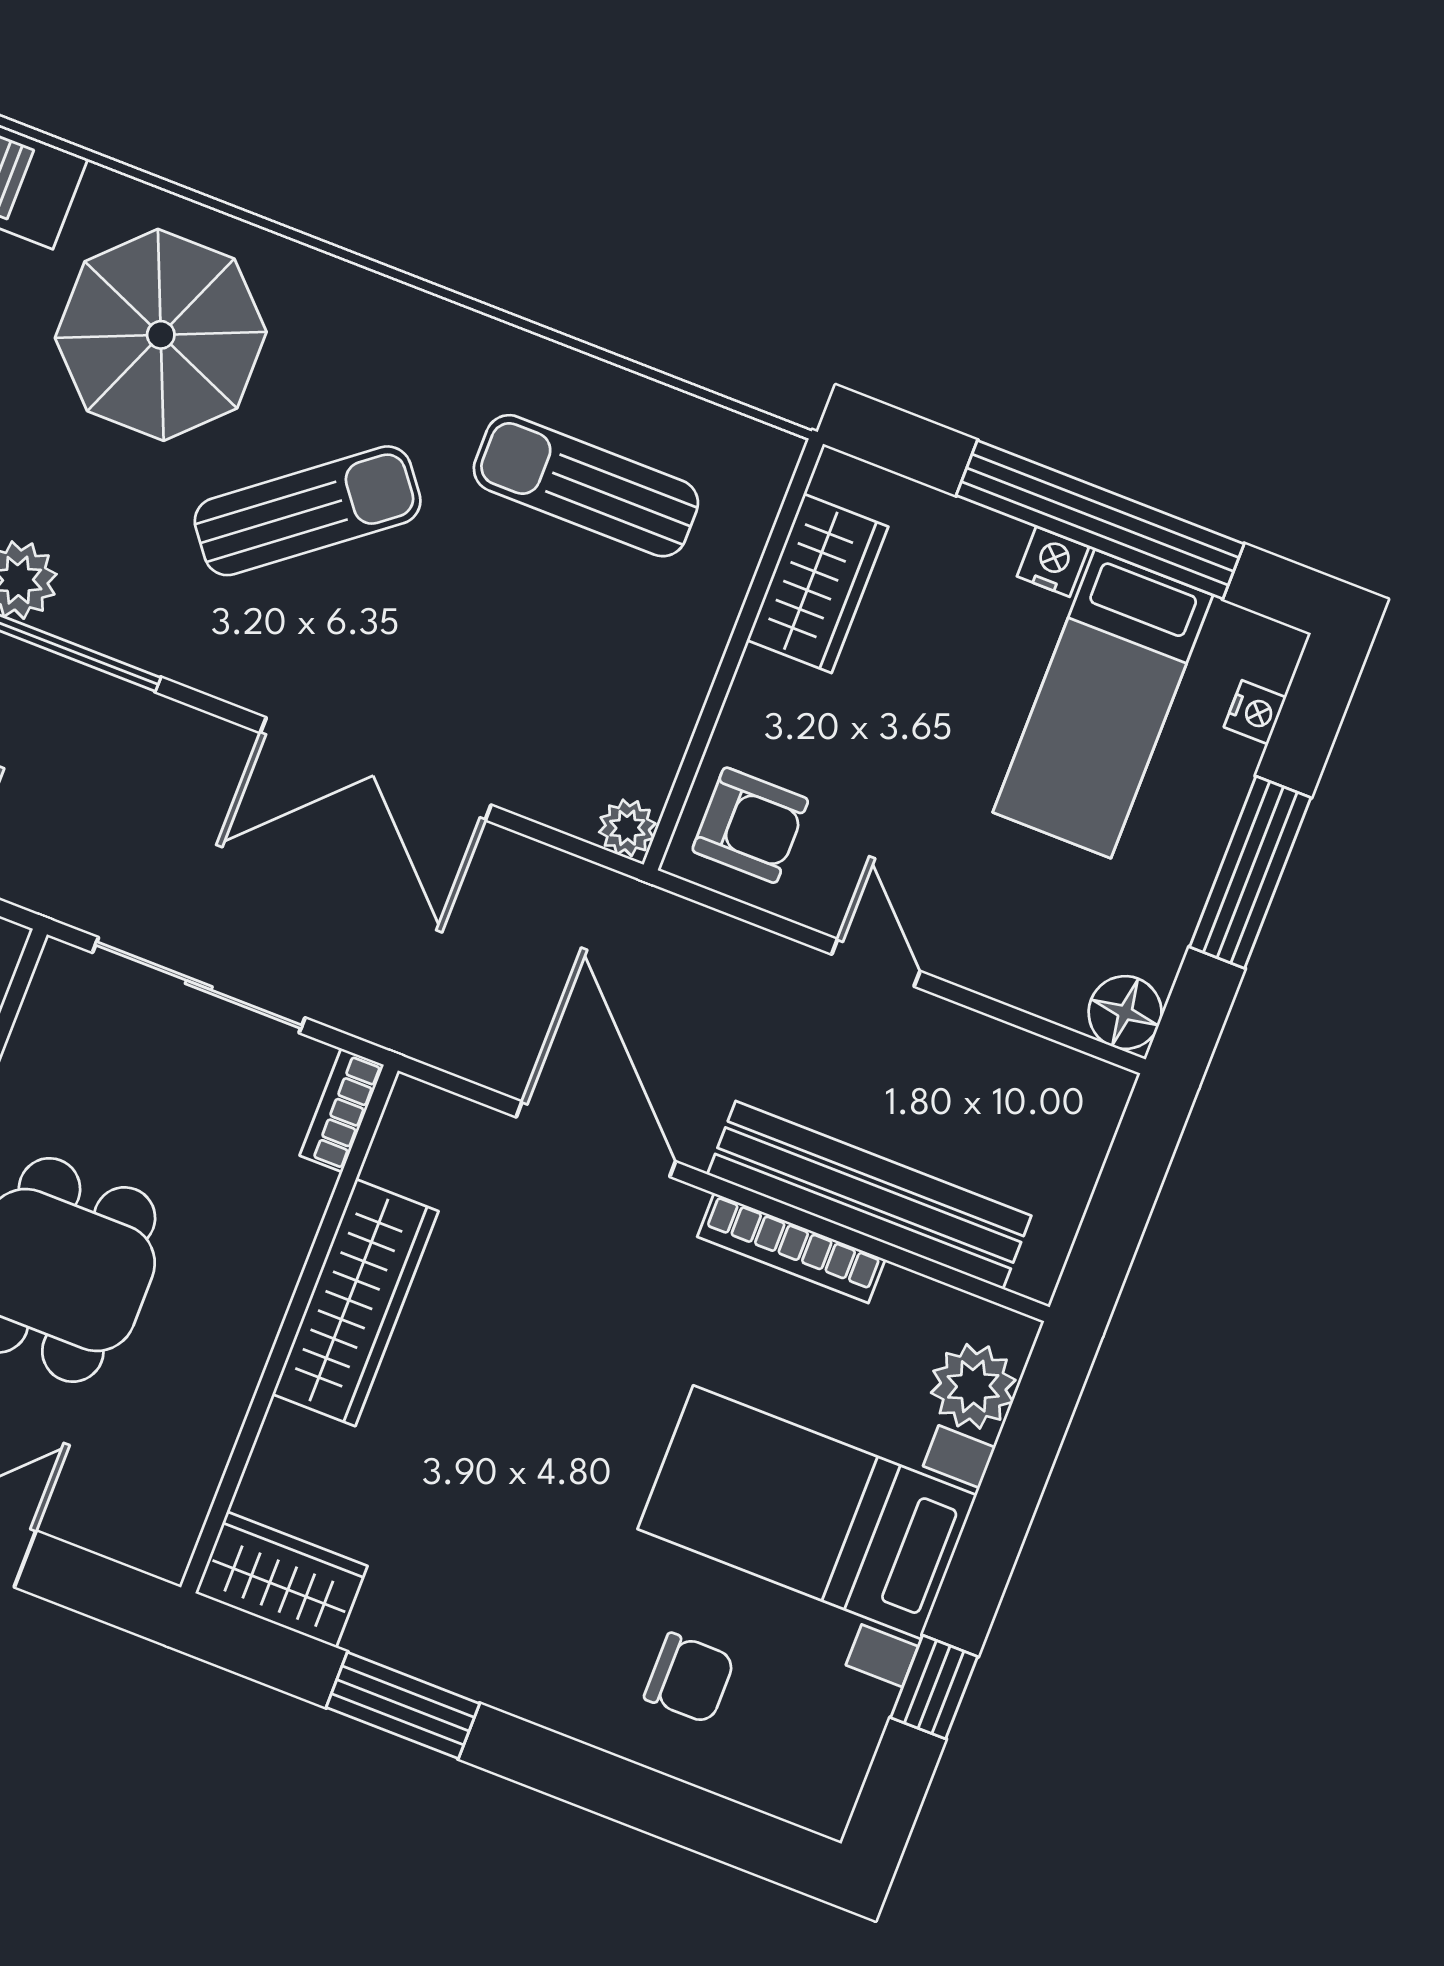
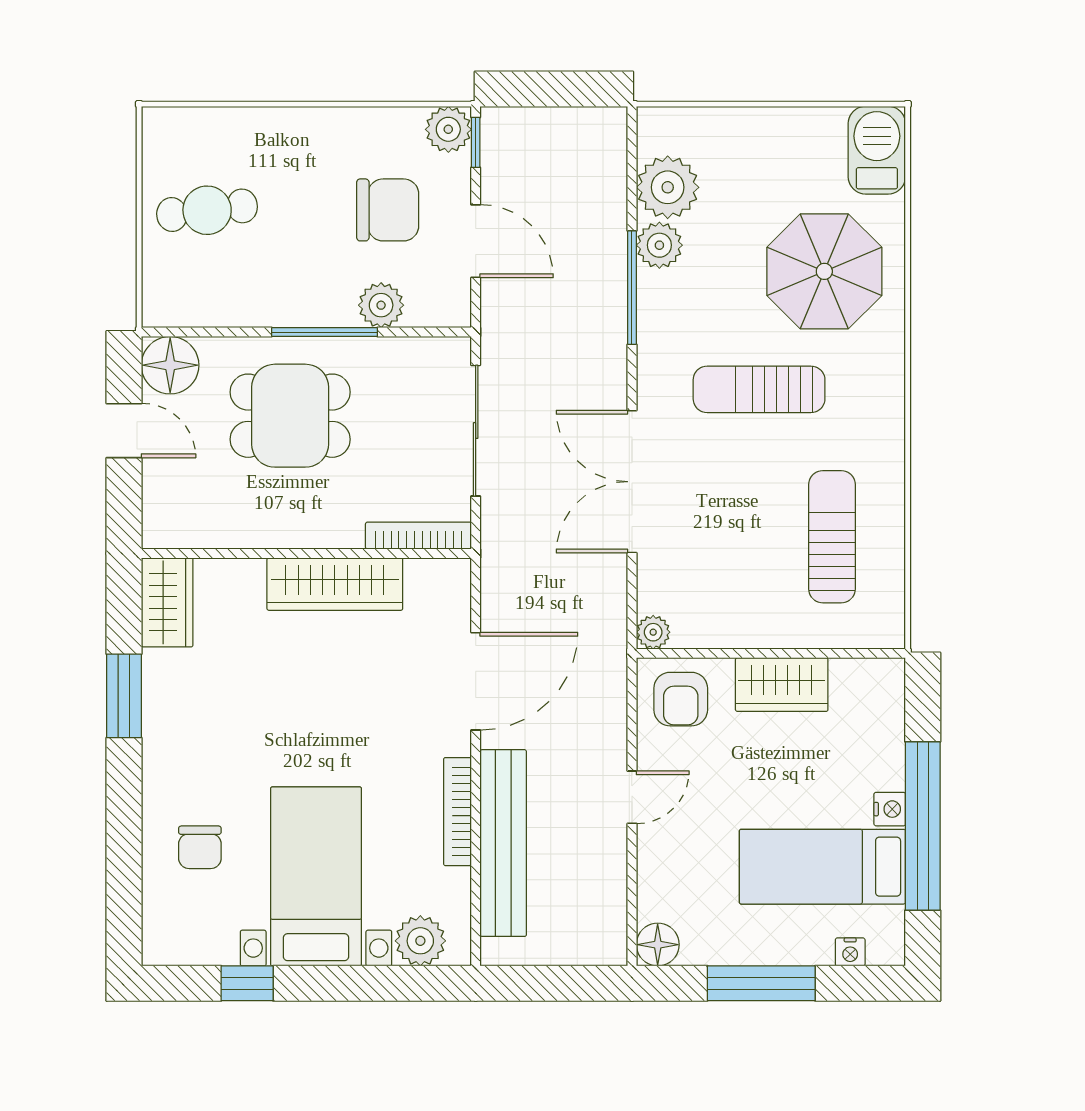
sun lounger: (308, 511) -> (759, 389), turned 128
wardrobe: (818, 583) -> (782, 685), moved
bookcase: (342, 1110) -> (418, 536), width x1.56

